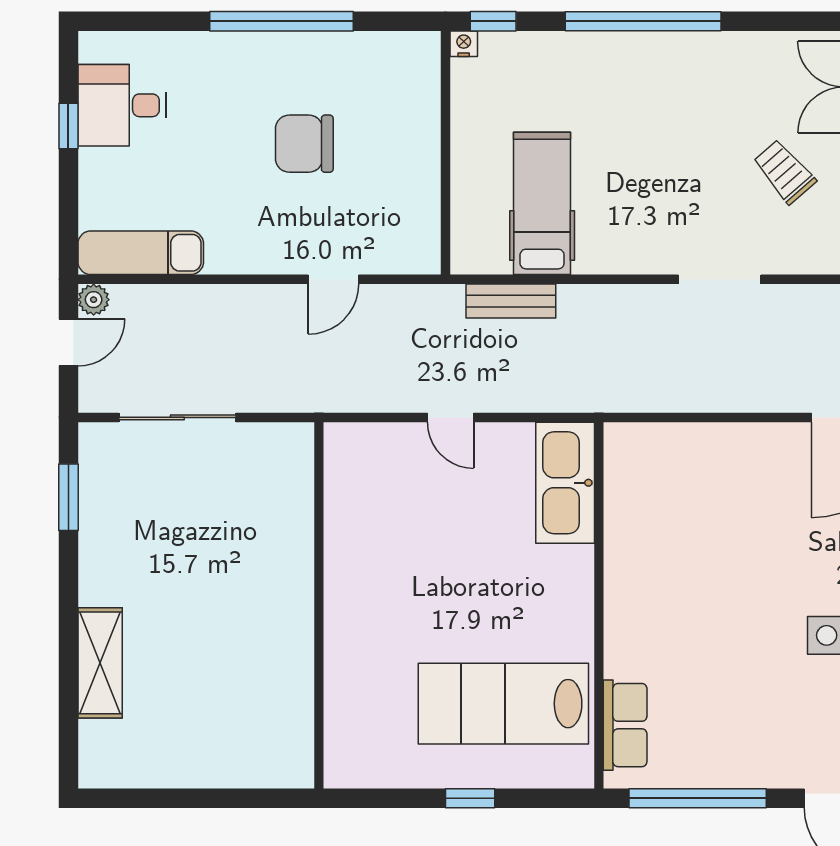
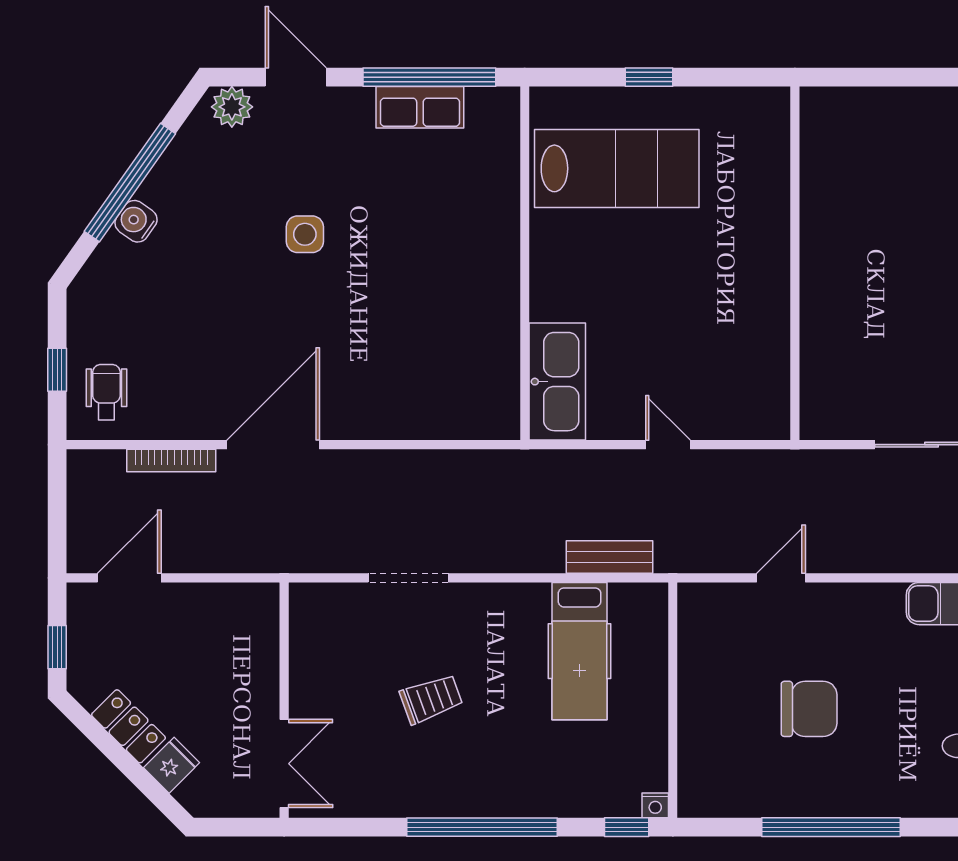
trolley: (784, 172) -> (431, 699), moved, turned -69
row of seats: (625, 725) -> (420, 107), moved, turned -90

